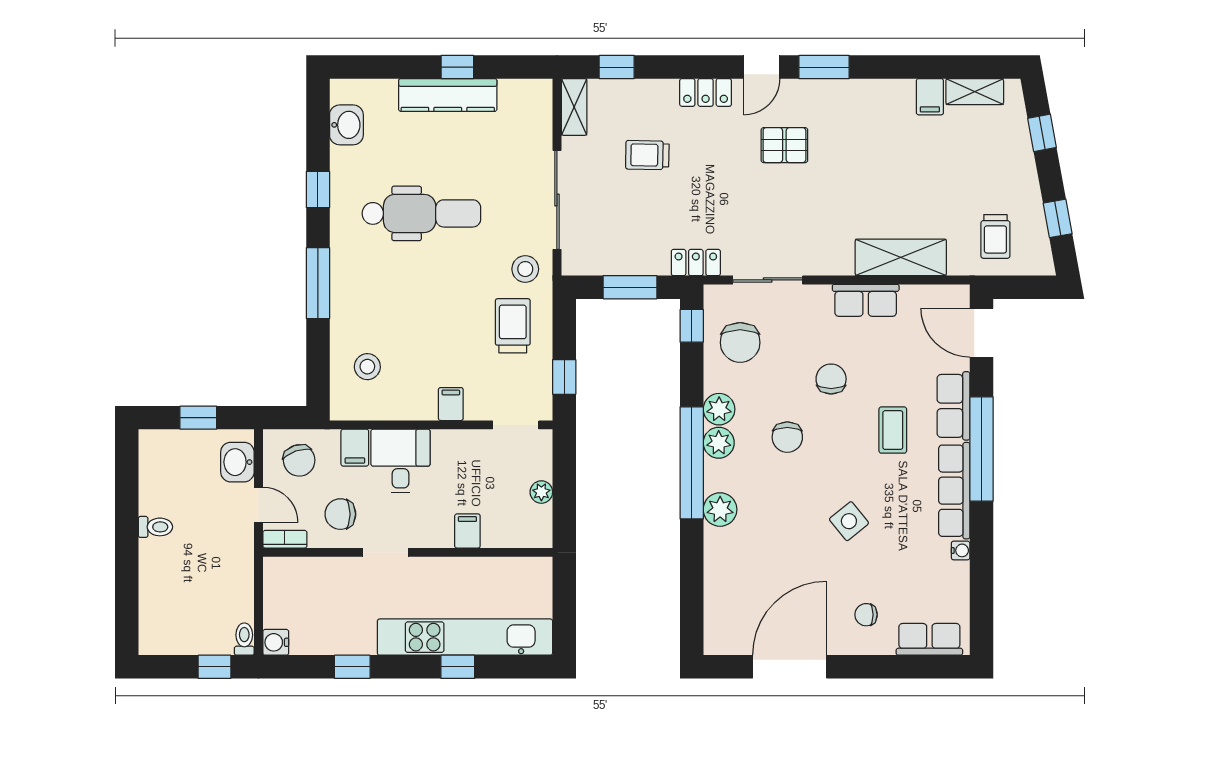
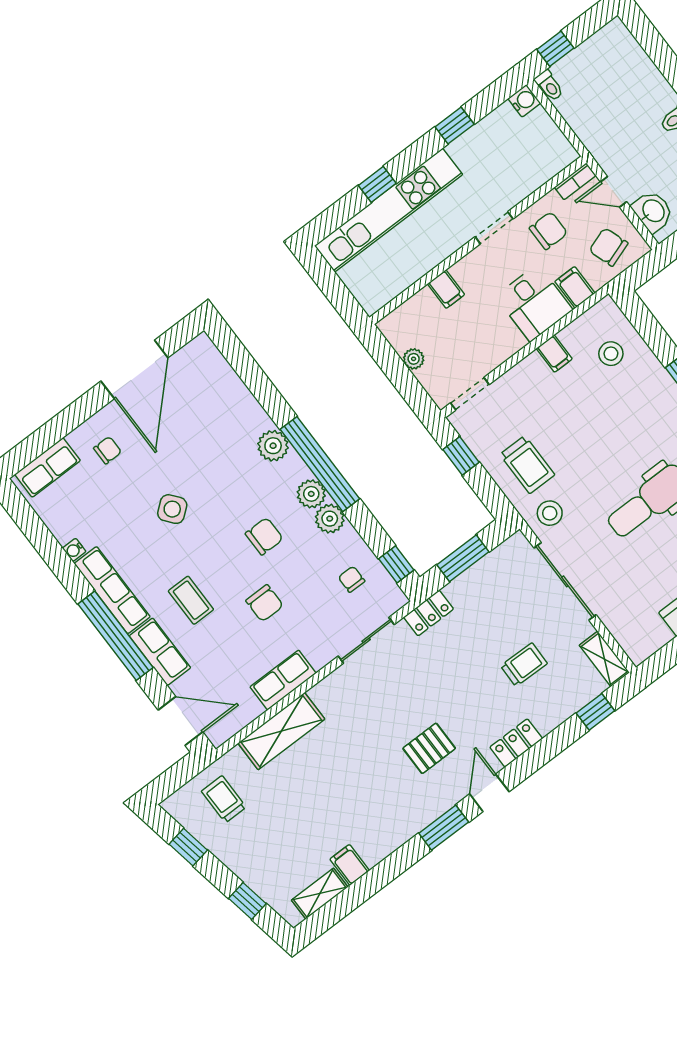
chair: (740, 342) -> (352, 579), width x0.54, depth x0.54
filing cabinet: (451, 404) -> (554, 354), moved
chair: (787, 437) -> (264, 536), turned 90

